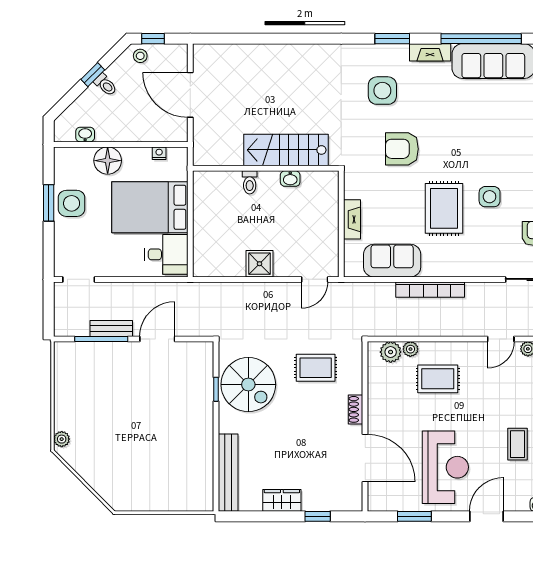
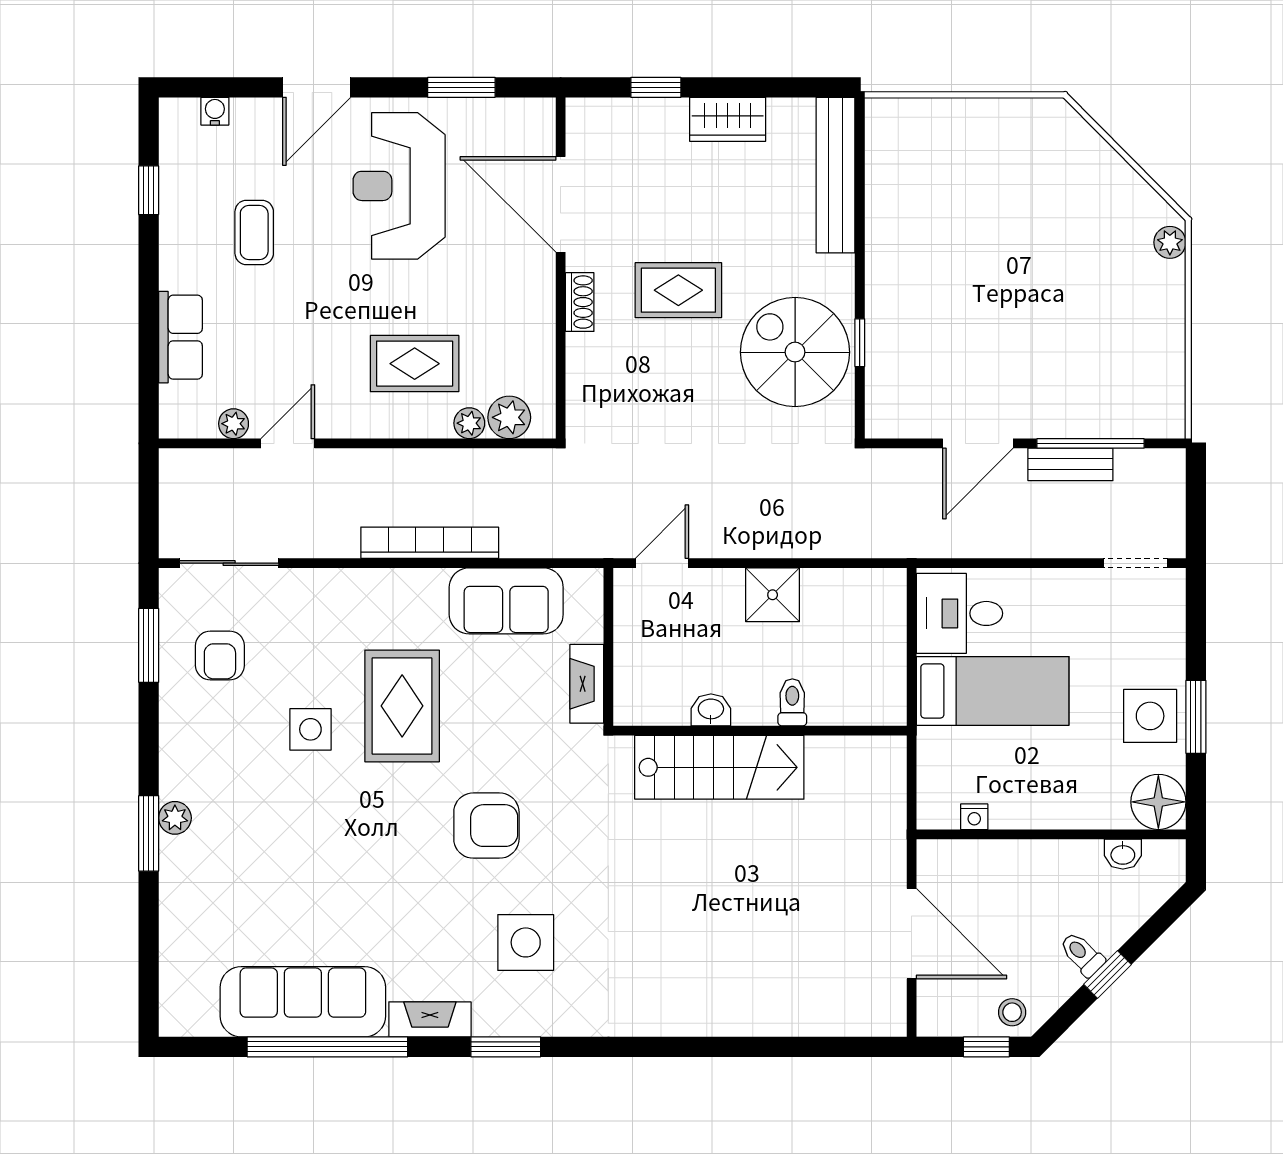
stairs: (286, 150) -> (719, 767), moved
floor lamp: (108, 161) -> (1158, 802), moved
wall: (266, 168) -> (760, 731), moved
washbasin: (290, 179) -> (711, 710), moved
toilet: (250, 182) -> (792, 702), moved
bed: (150, 207) -> (993, 691), width x0.67
rug: (316, 368) -> (678, 290), moved

